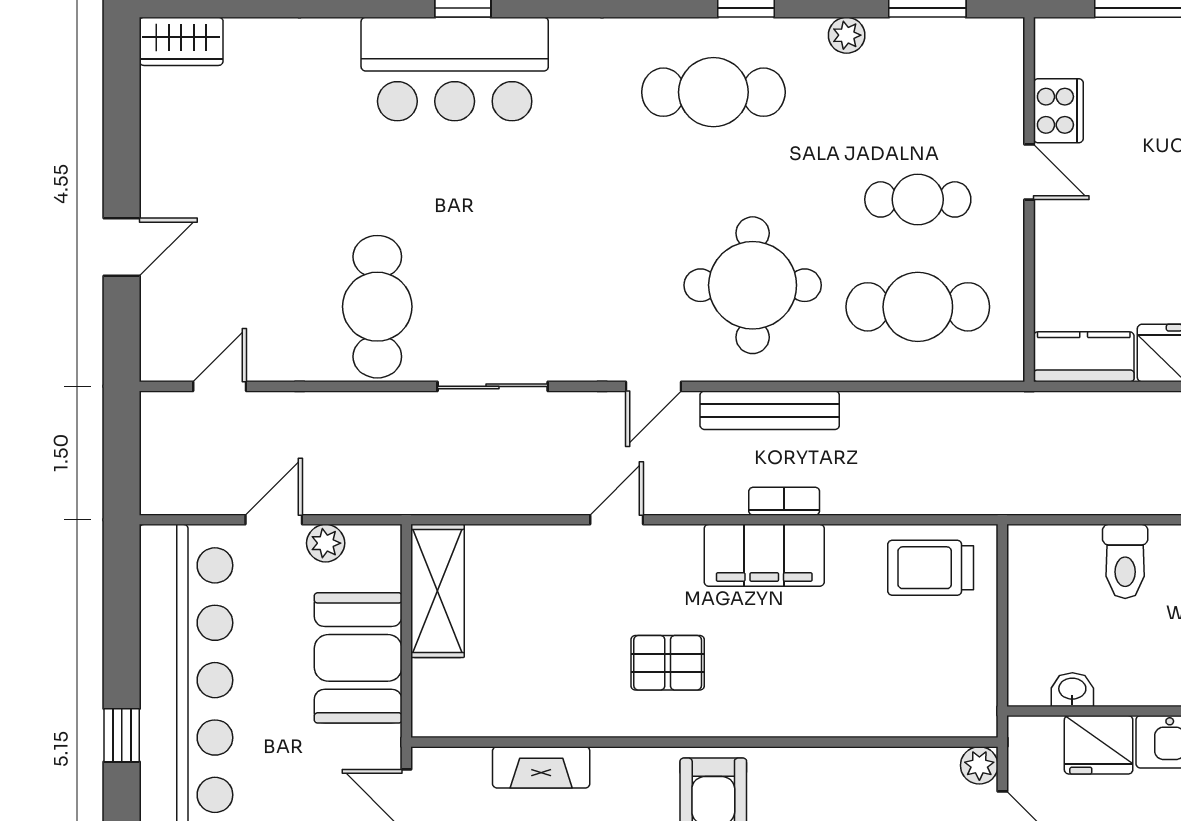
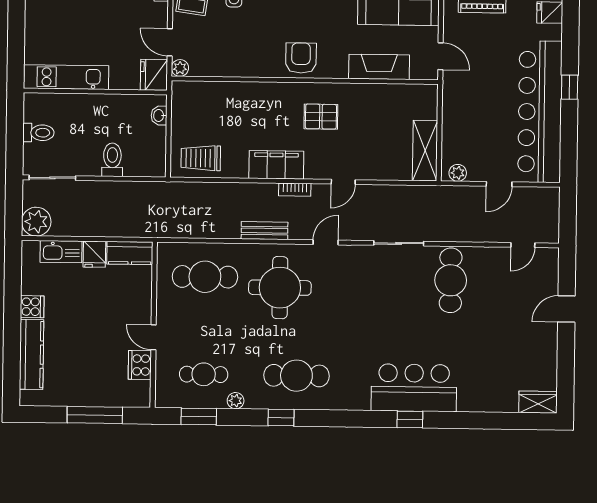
cafe table: (918, 199) -> (204, 374), moved
bench: (770, 410) -> (265, 231), width x0.73
bookcase: (784, 501) -> (295, 190), moved
plant: (326, 543) -> (458, 173), moved
trolley: (931, 568) -> (201, 158), turned 180
booth: (358, 658) -> (462, 121), removed
washbasin: (1072, 690) -> (159, 115), moved, turned 90
fridge: (1099, 745) -> (154, 75), moved, turned -90
fireplace: (541, 767) -> (379, 67), width x1.37, depth x1.32

